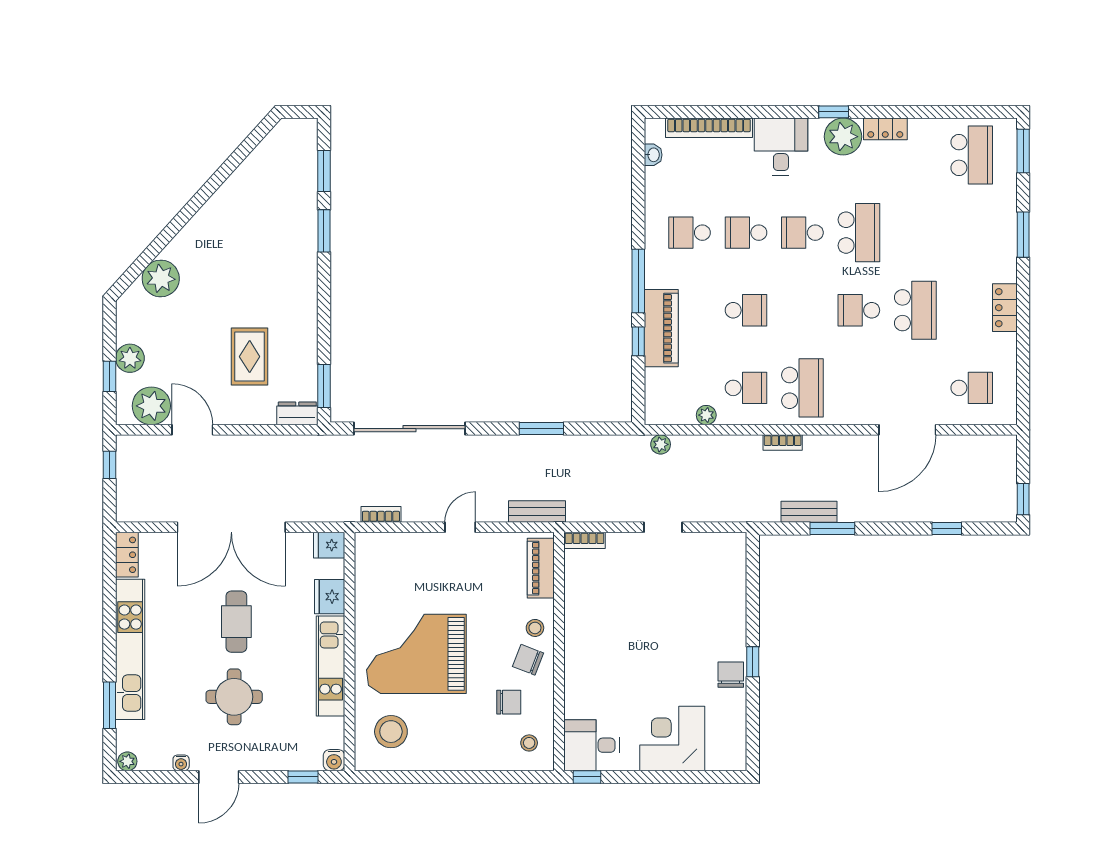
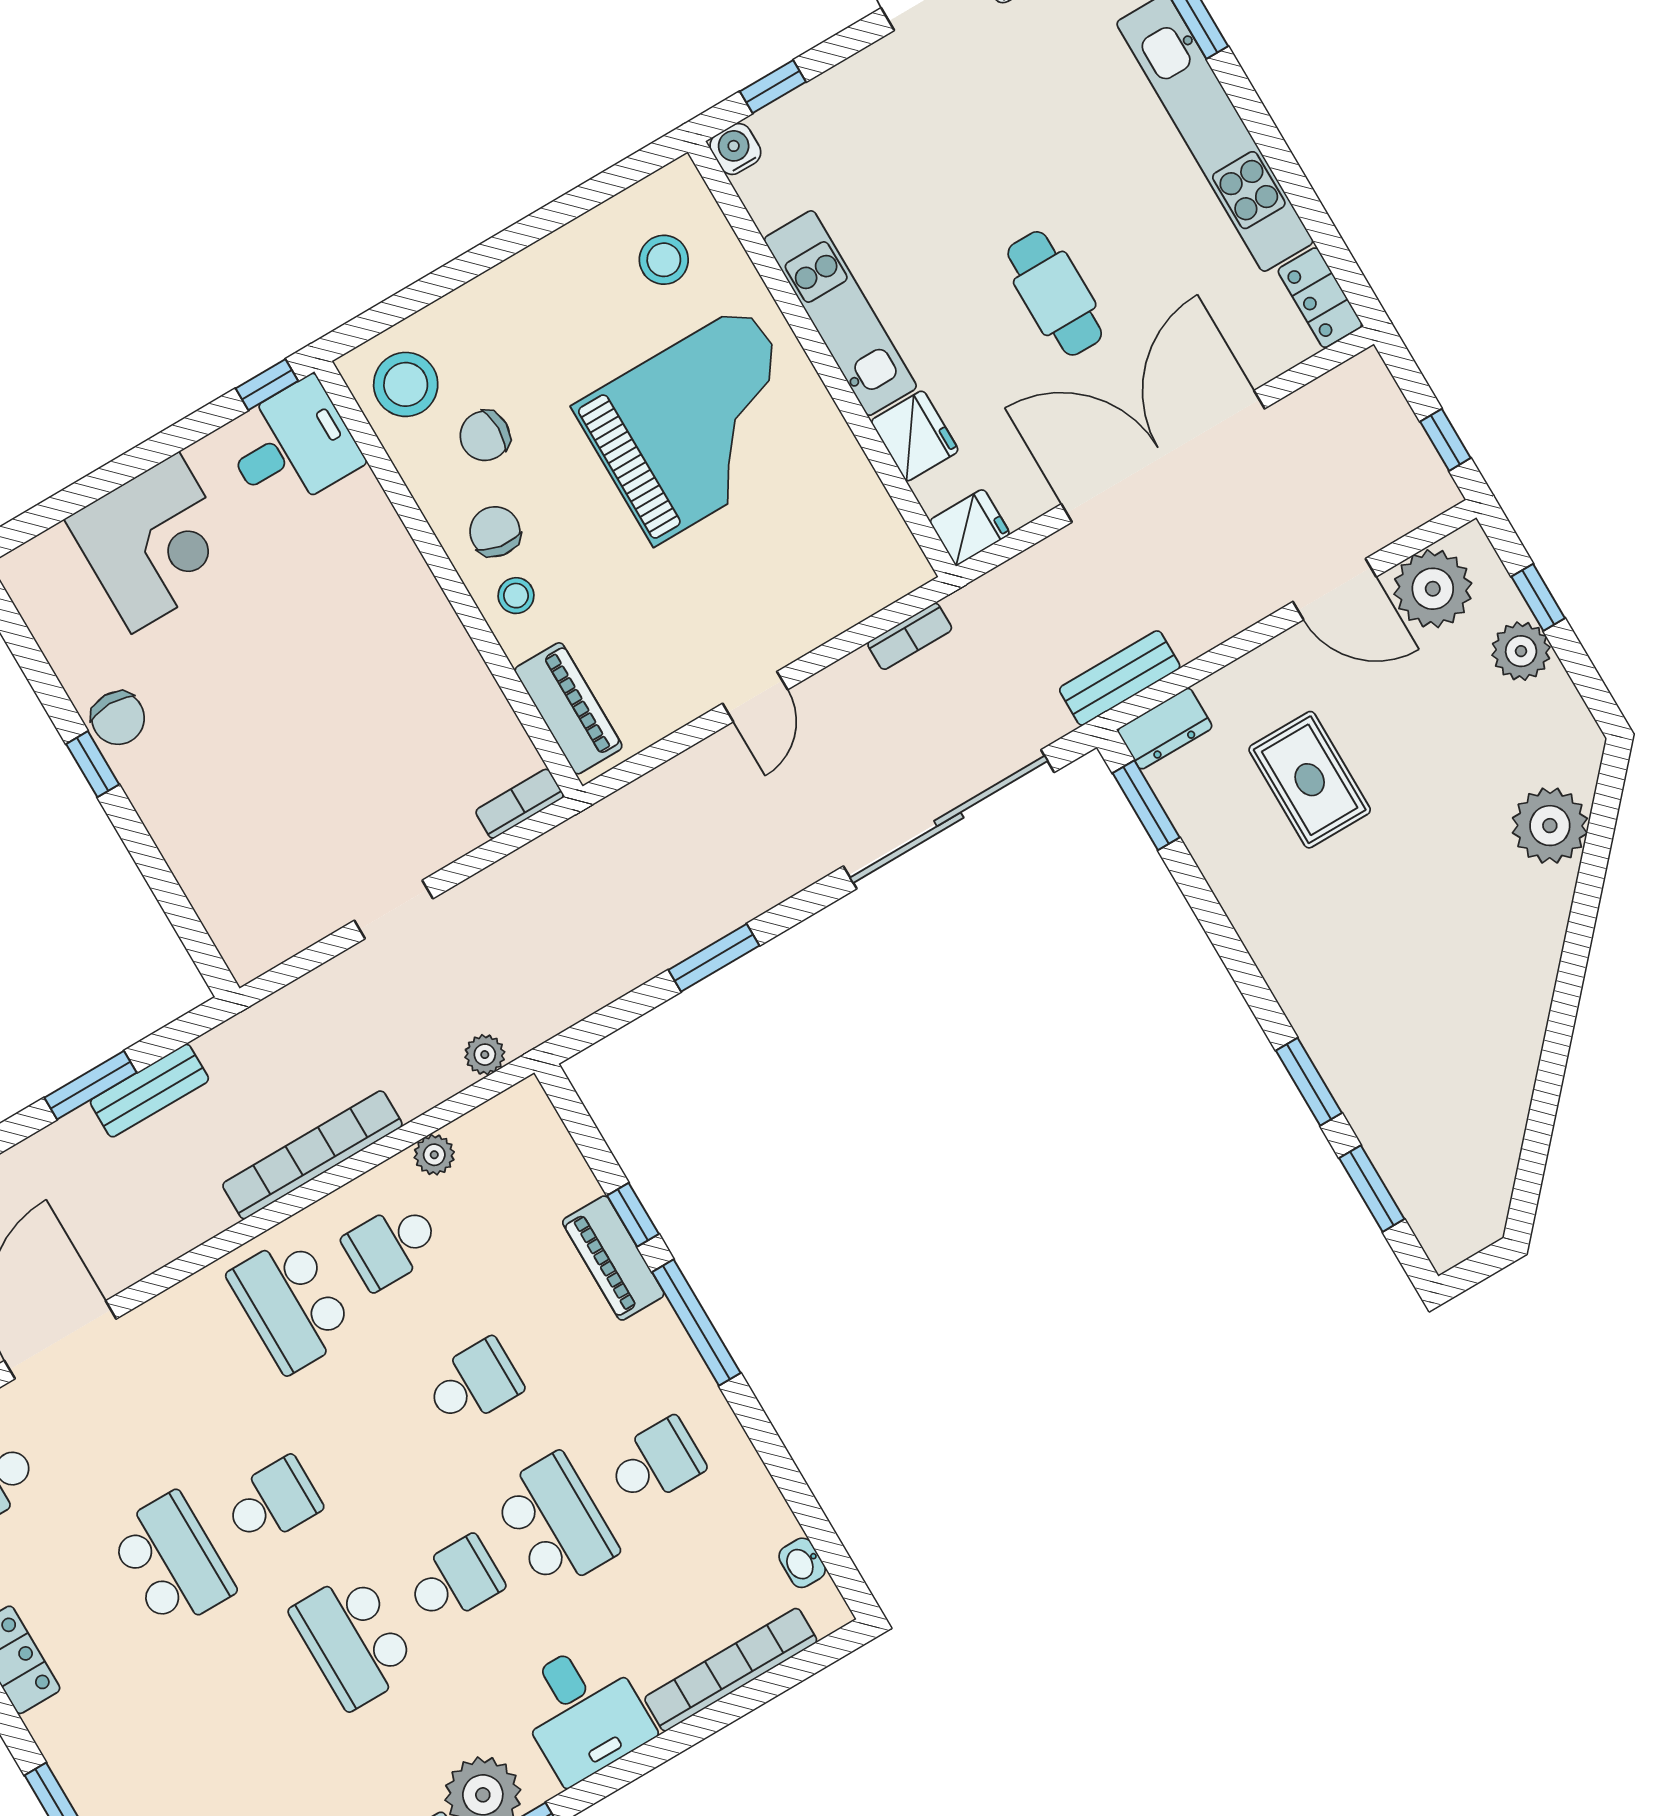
school desk: (746, 233) -> (555, 1522), width x1.85
school desk: (746, 310) -> (473, 1383), turned 180
school desk: (915, 310) -> (172, 1561), turned 180
piano: (661, 328) -> (613, 1258), width x0.73, depth x0.75
bookcase: (783, 442) -> (312, 1155), width x2.31, depth x1.31
bench: (537, 512) -> (1120, 678), moved
chair: (528, 660) -> (495, 532), turned -102
round table: (234, 697) -> (980, 157), removed
stool: (391, 732) -> (664, 260), width x0.73, depth x0.73
stool: (529, 743) -> (406, 384), width x1.89, depth x1.89

